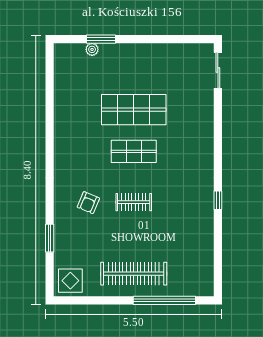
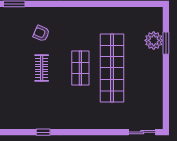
plant: (92, 49) -> (154, 40), width x1.88, depth x1.88
shop shelf: (134, 110) -> (112, 68), width x1.40

